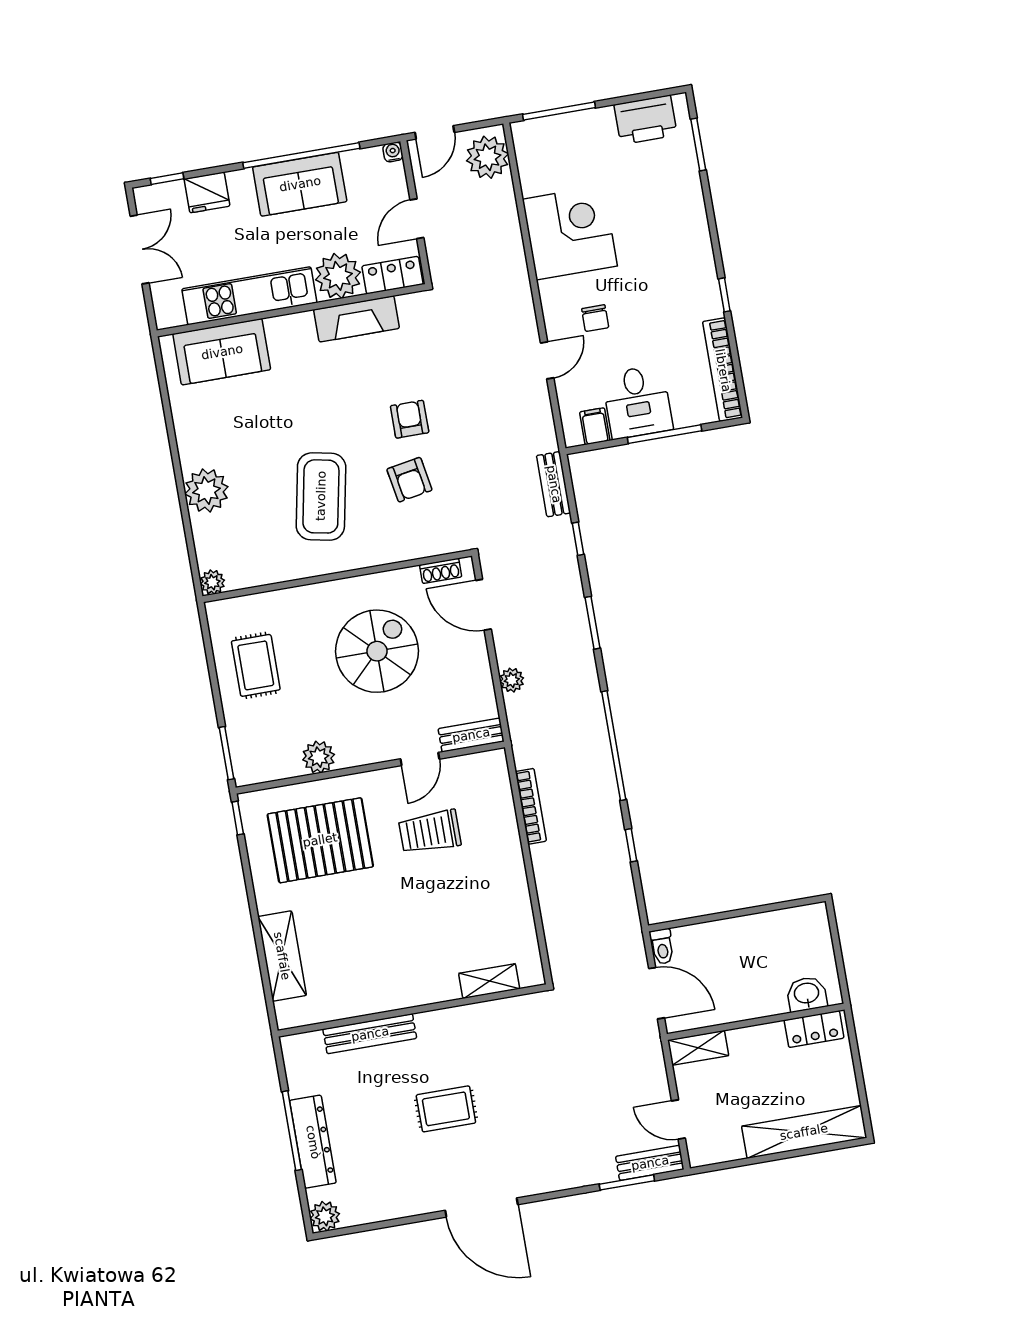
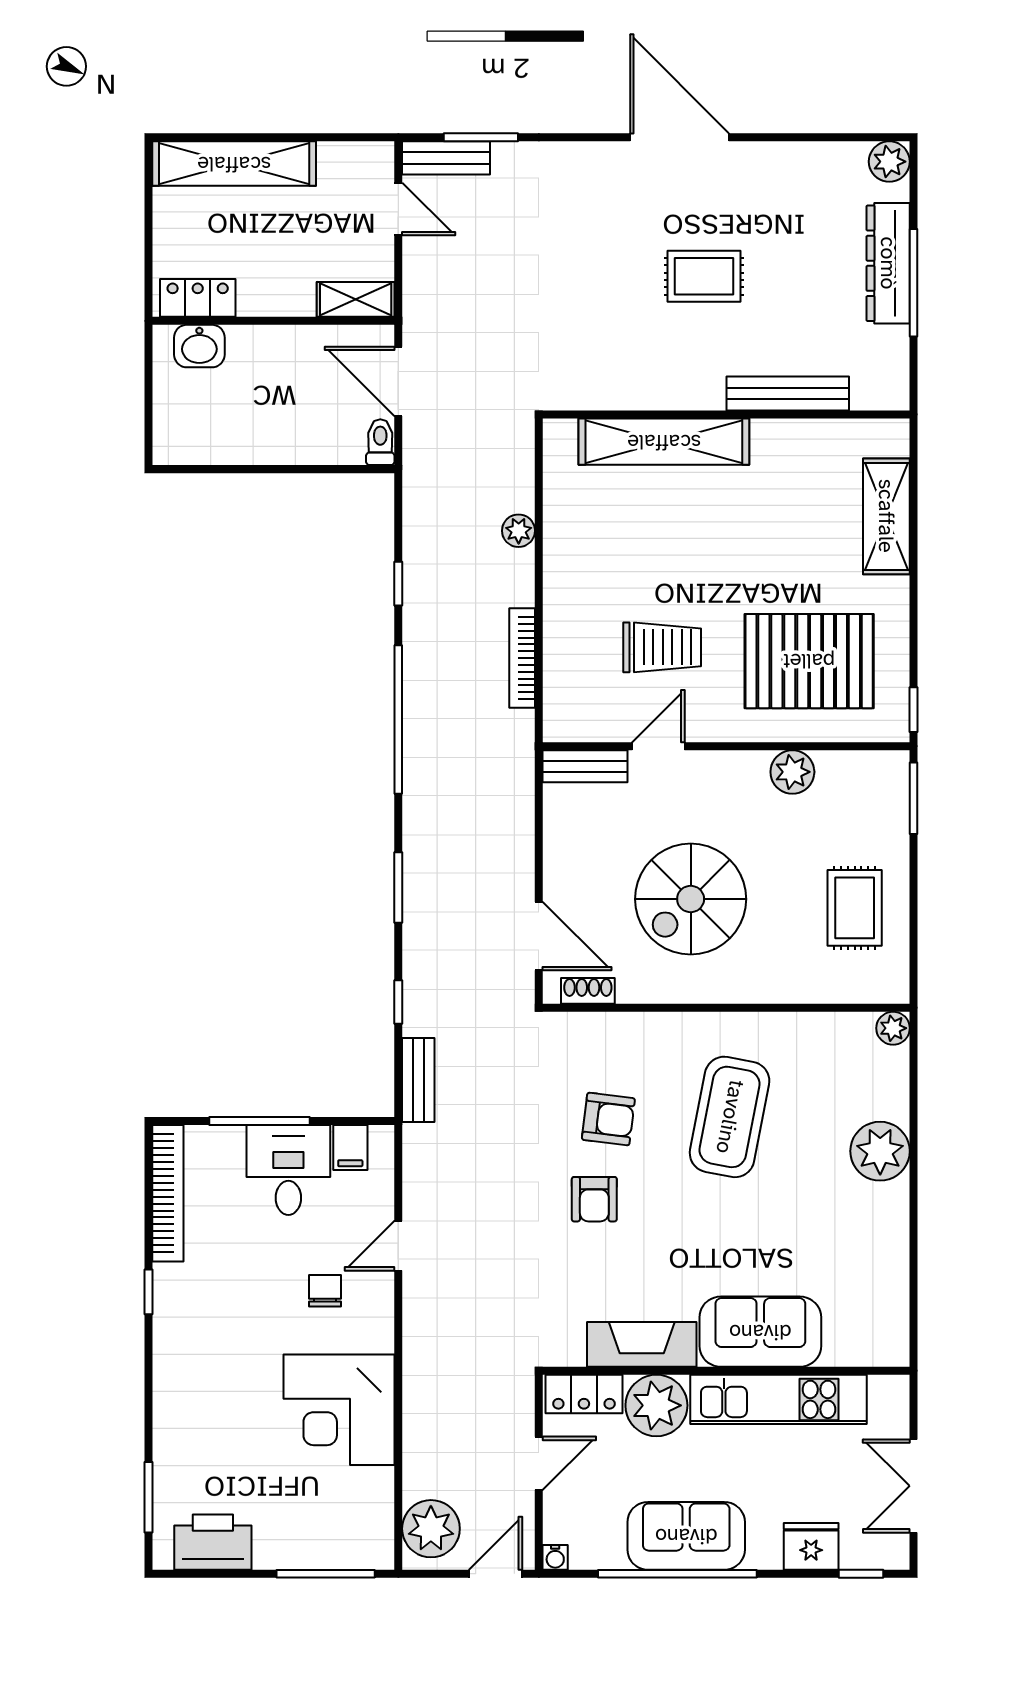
sofa: (222, 352) -> (760, 1332), moved
armchair: (409, 480) -> (608, 1119), turned 107
plant: (512, 680) -> (519, 531), moved
shelving: (489, 981) -> (664, 442), width x2.20, depth x1.33

